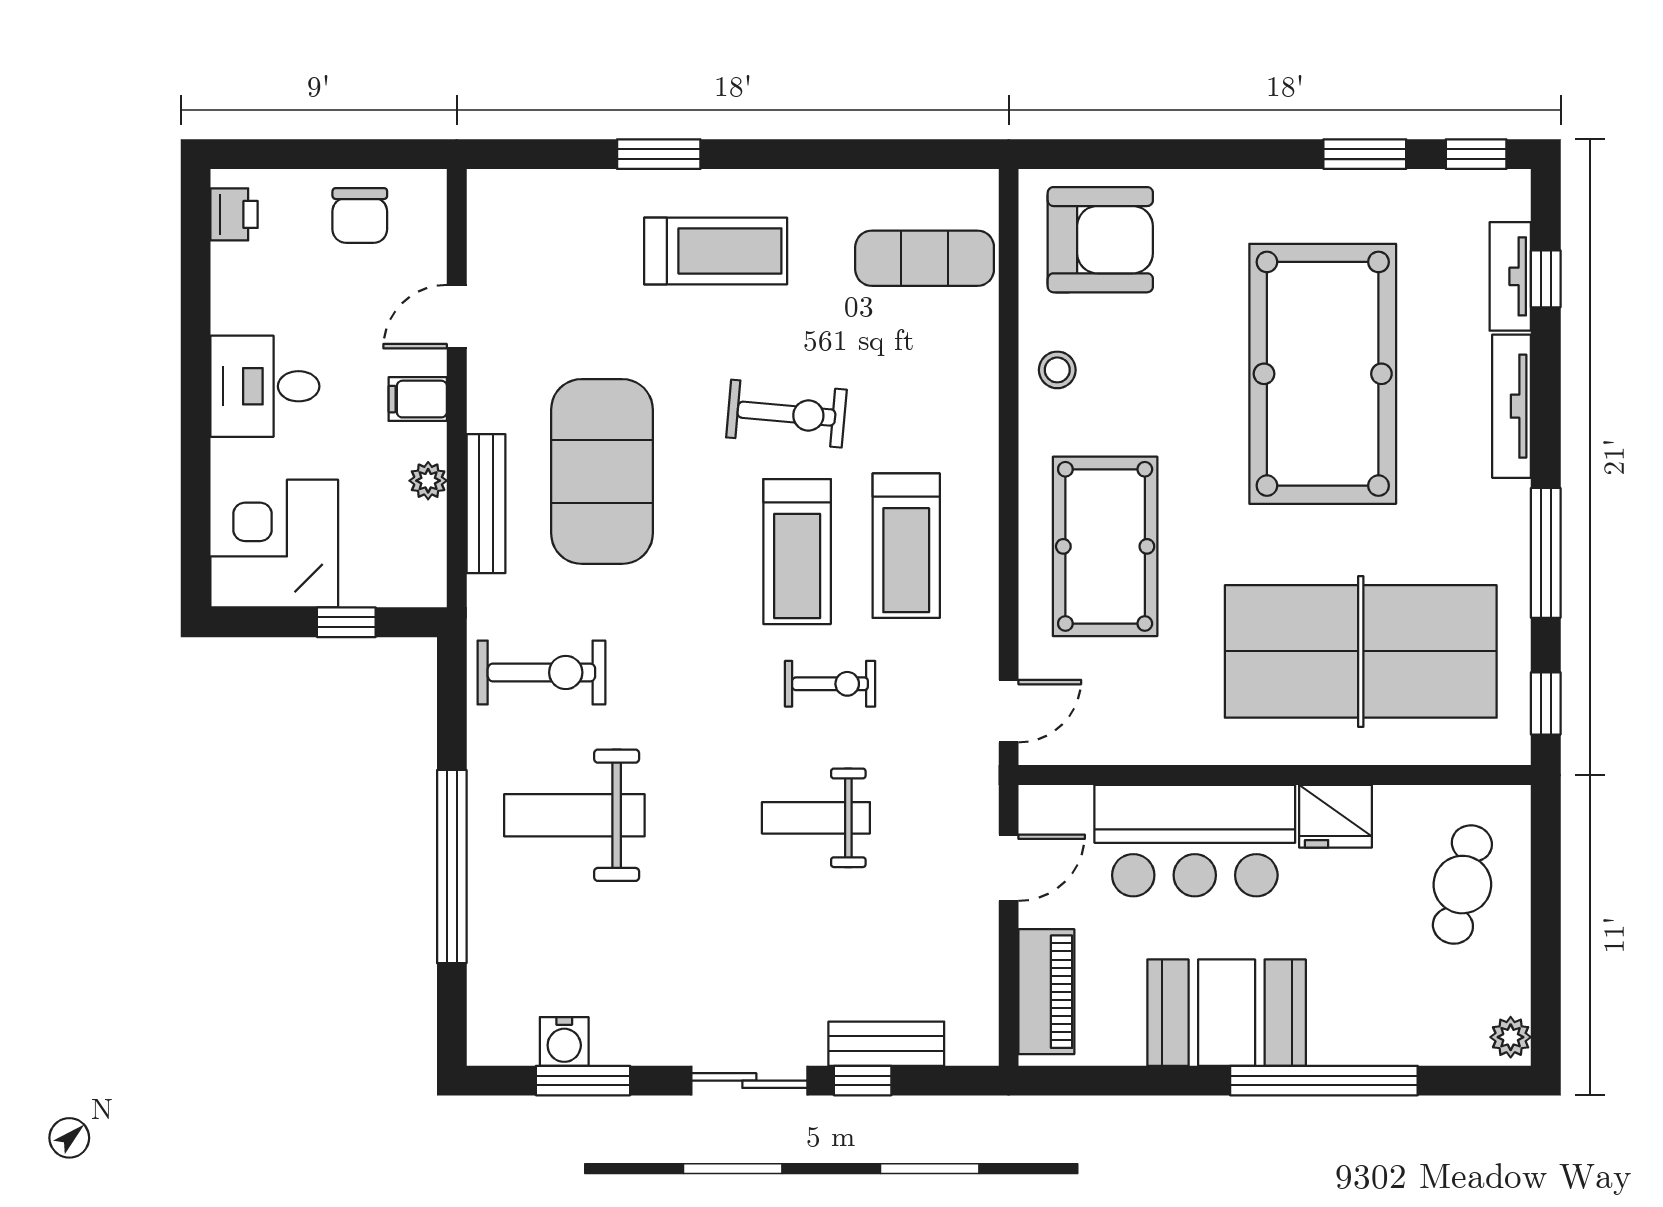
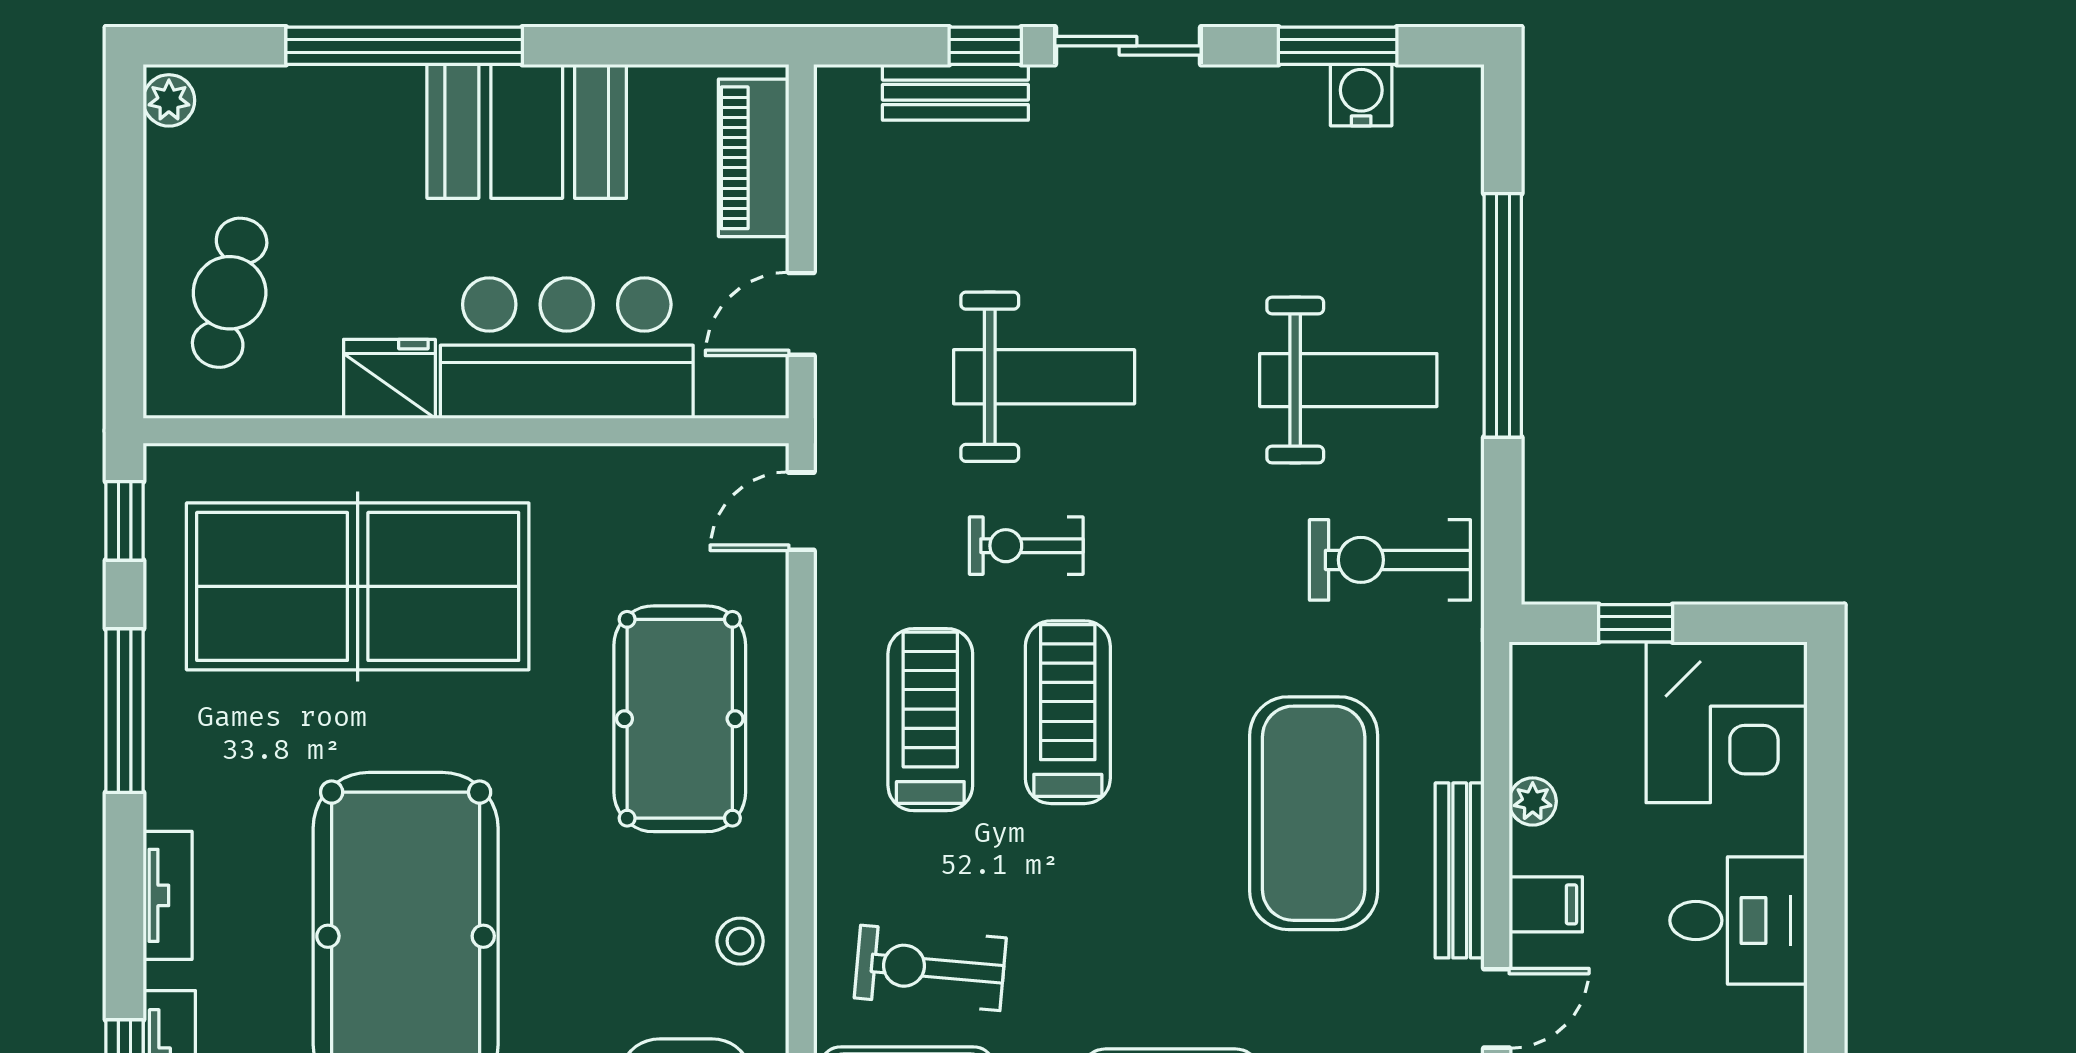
tv unit: (1512, 406) -> (168, 895), width x0.71
exercise bike: (786, 414) -> (930, 968), moved
bench: (486, 504) -> (1460, 870), moved
weight bench: (816, 818) -> (1044, 377), width x1.36, depth x1.33

